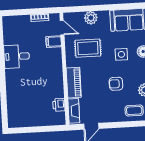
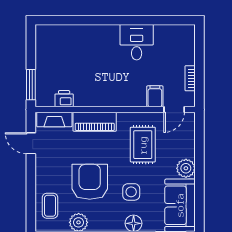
plant: (91, 18) -> (186, 168), moved
armchair: (116, 84) -> (90, 182), width x1.88, depth x1.88
window: (50, 129) -> (31, 85), added

